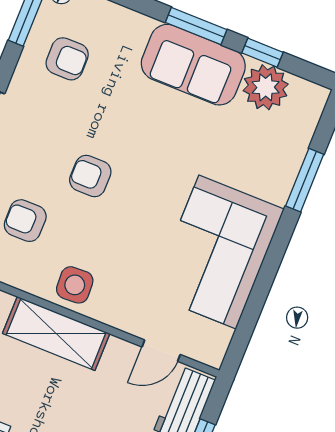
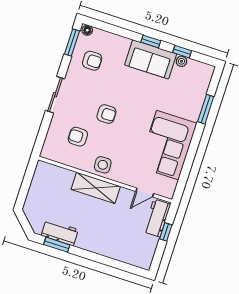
window: (196, 26) -> (151, 41), width x0.67
plant: (266, 87) -> (181, 61), width x0.53, depth x0.53
armchair: (90, 176) -> (107, 114), turned 180

